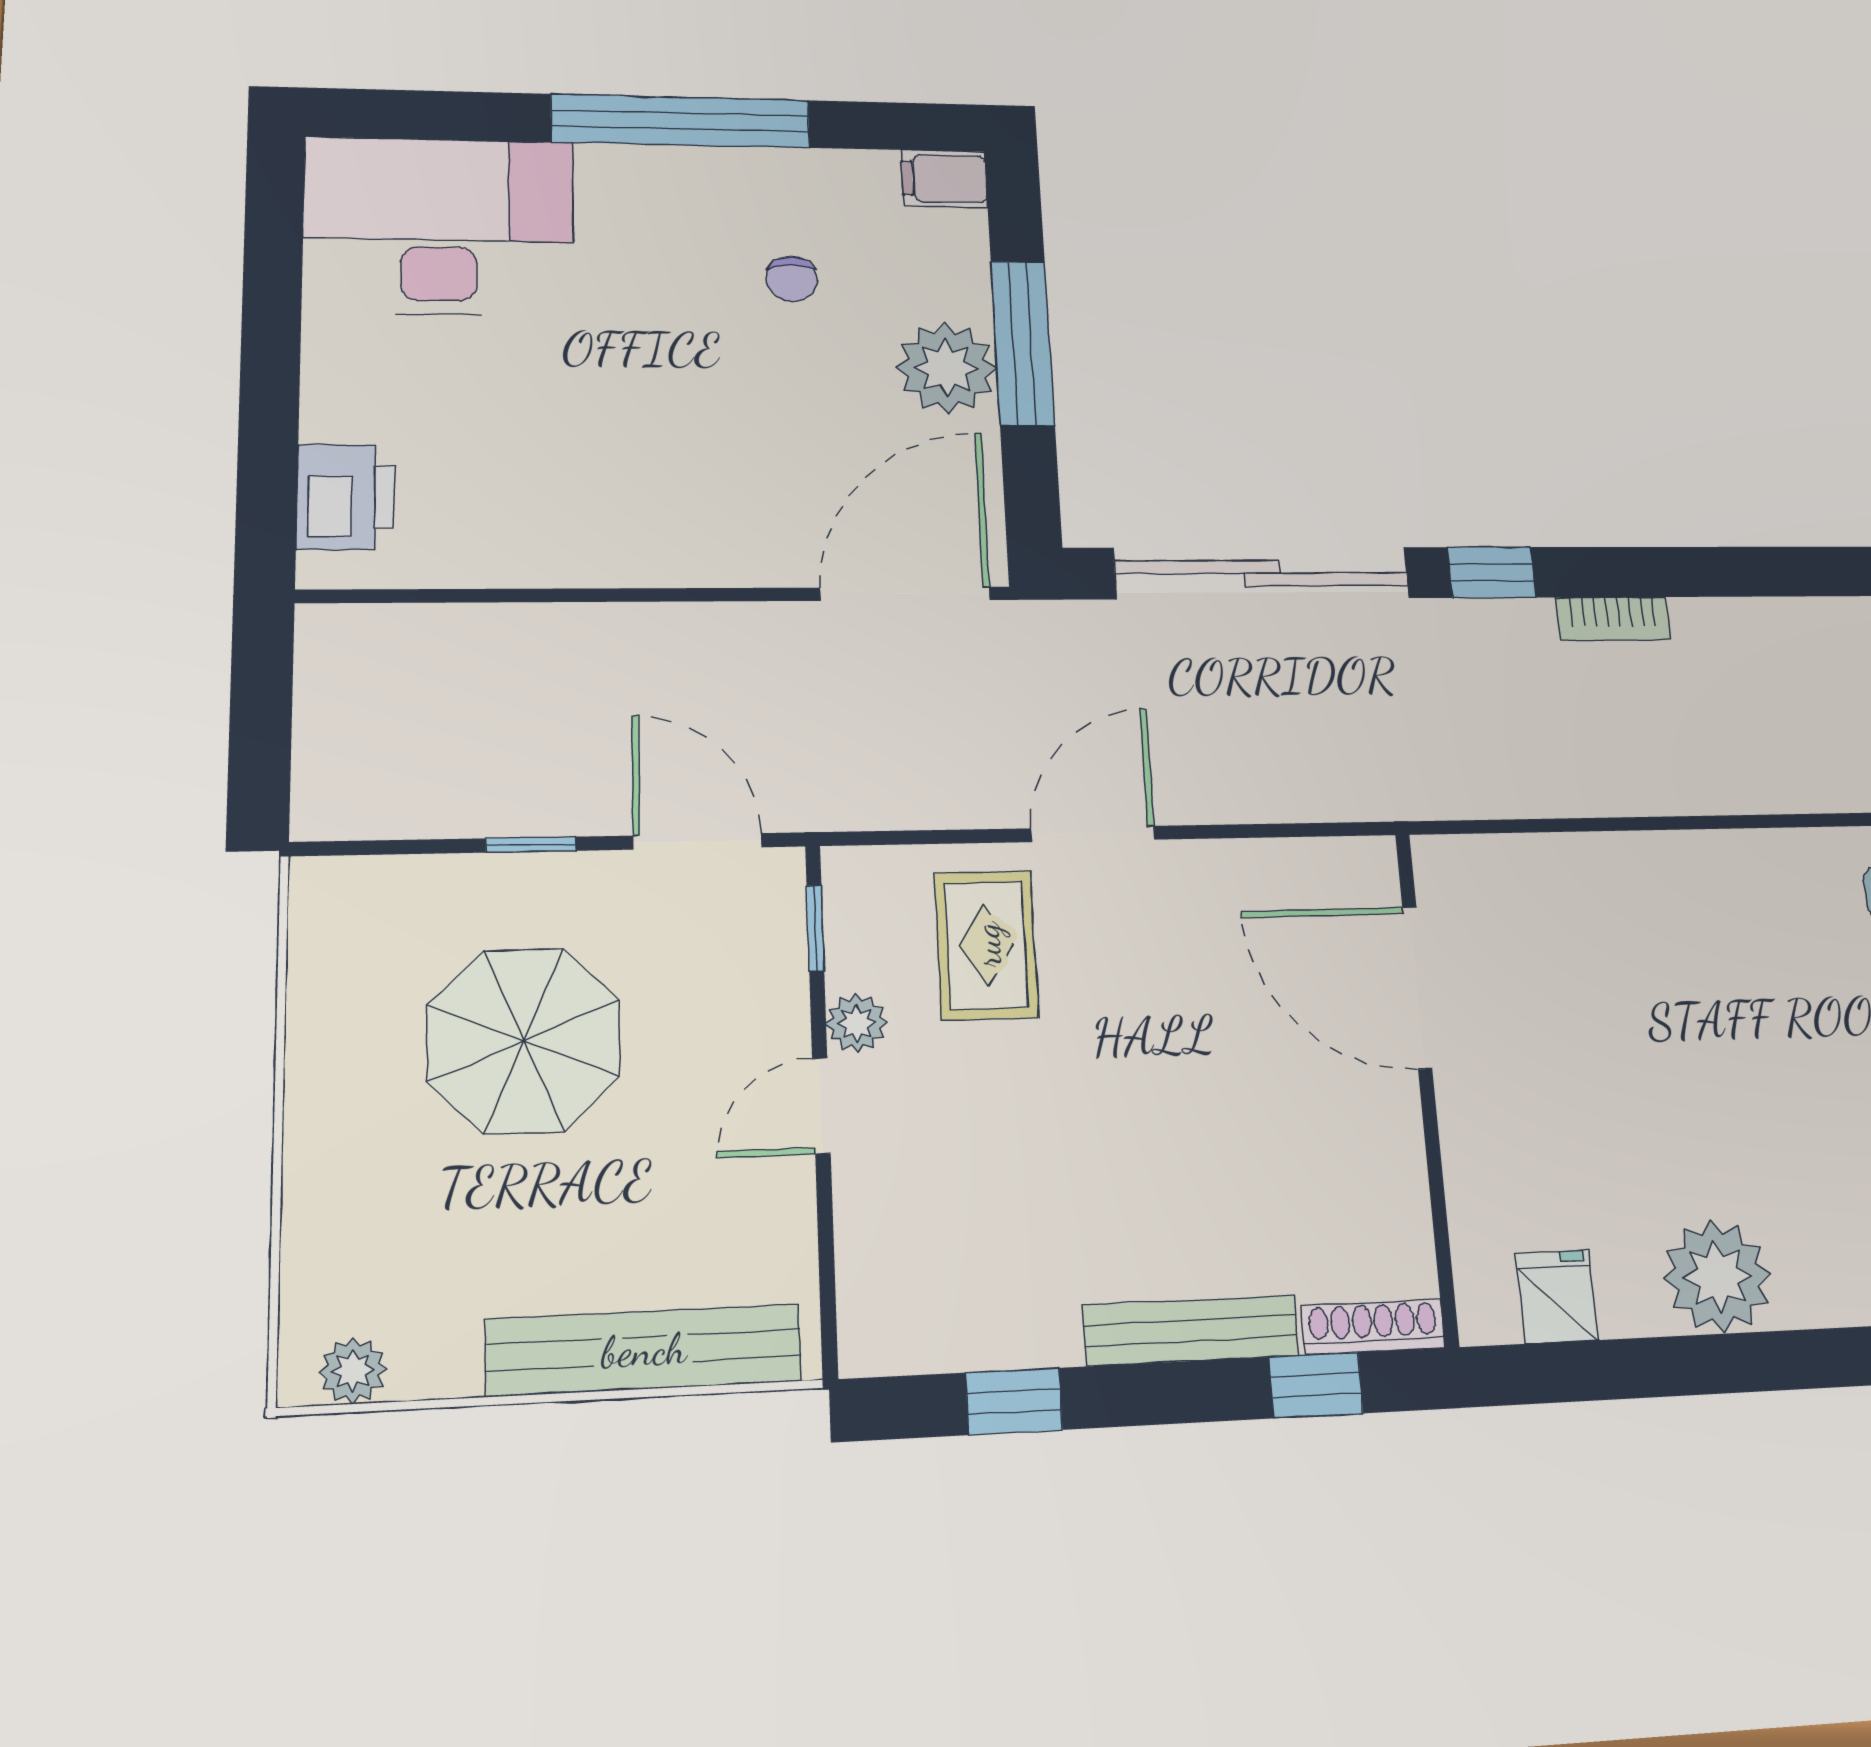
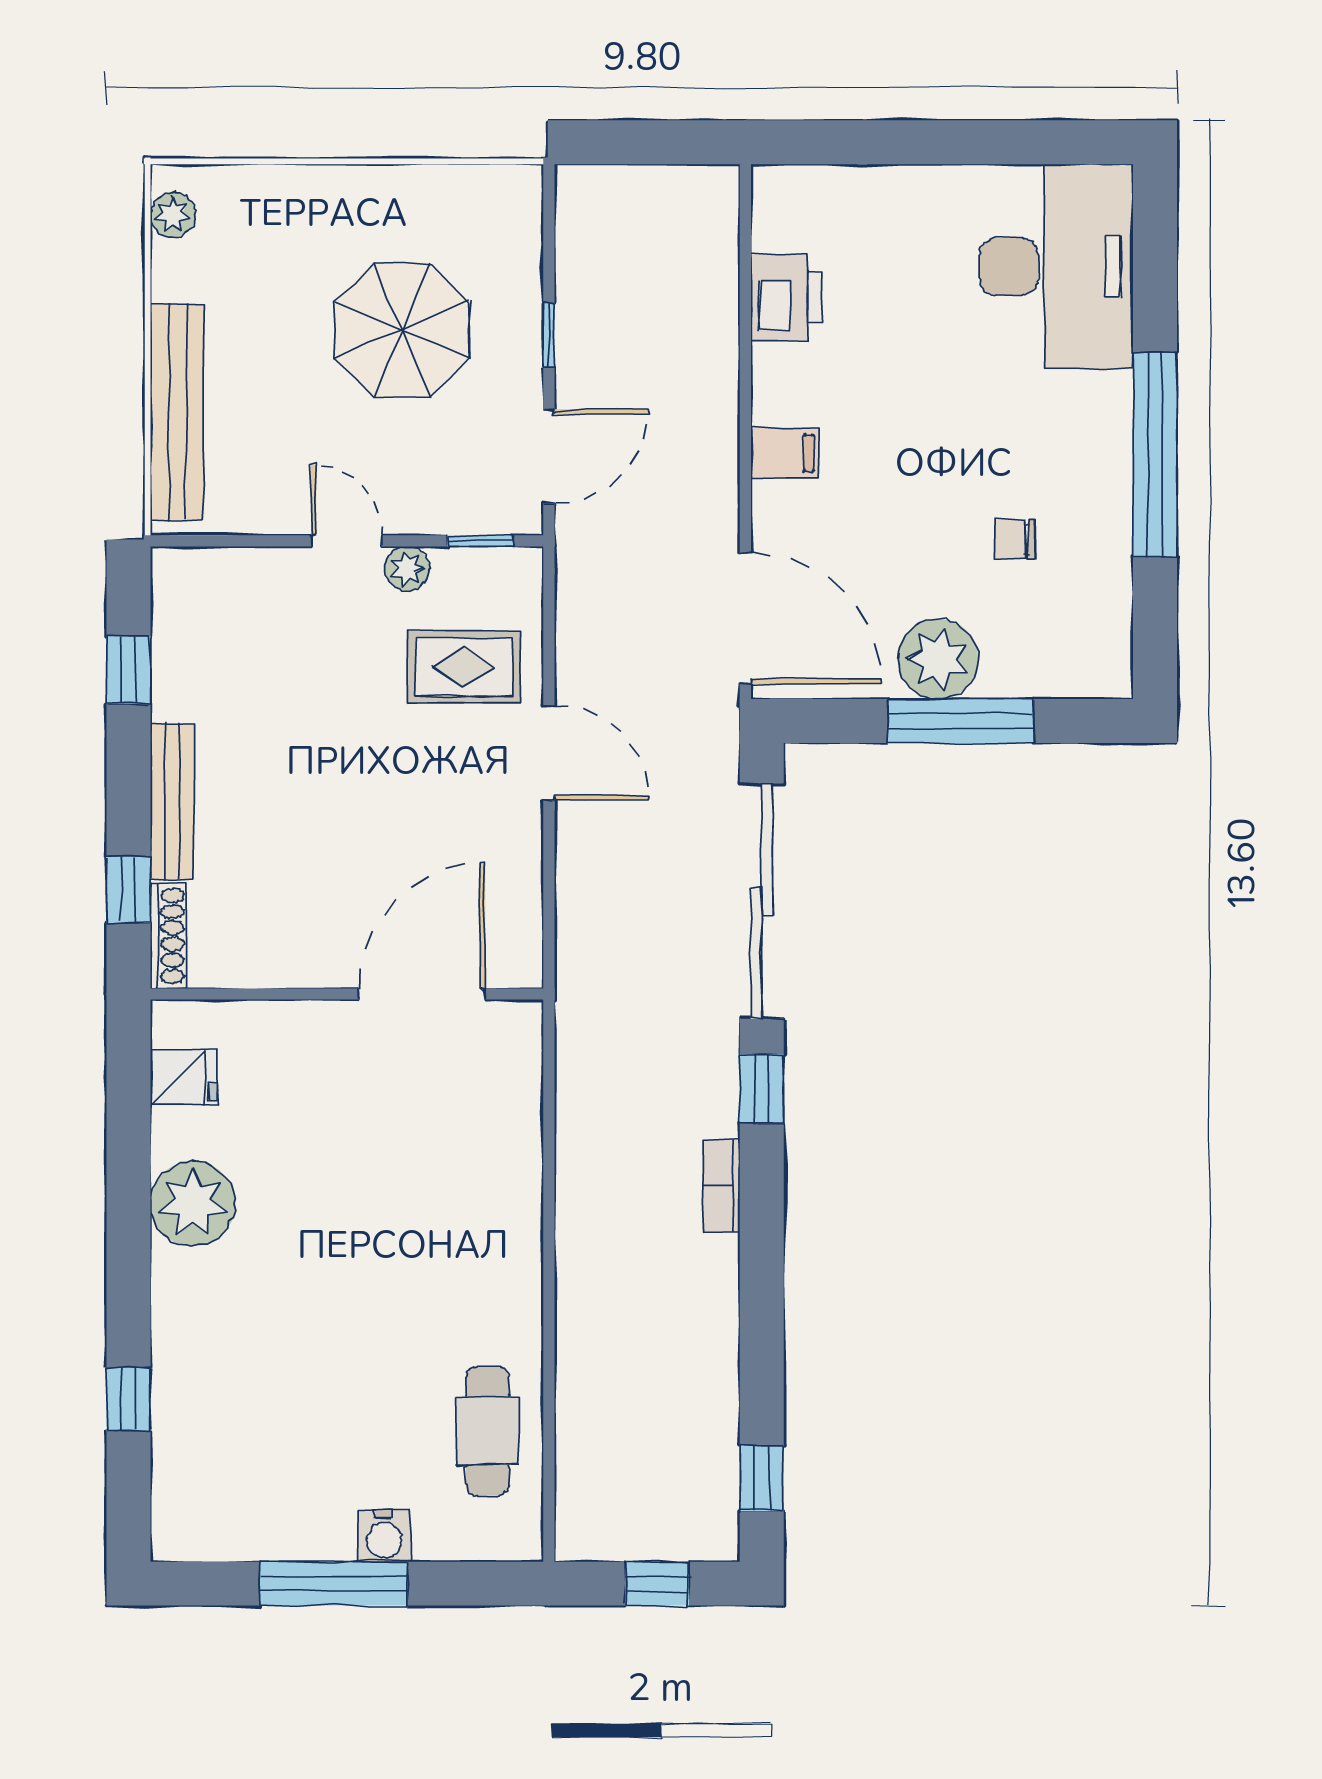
filing cabinet: (944, 179) -> (785, 453), moved, turned 90
printer: (346, 497) -> (786, 297), moved, turned -90

